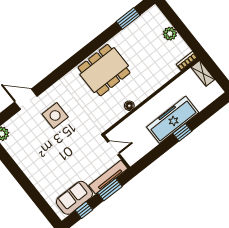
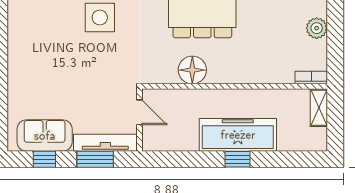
floor lamp: (129, 106) -> (192, 70), width x1.89, depth x1.89

